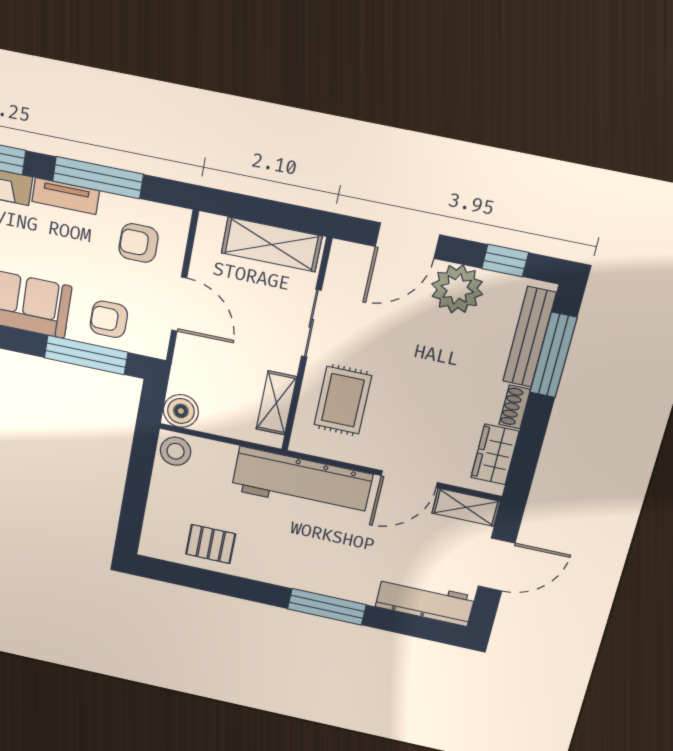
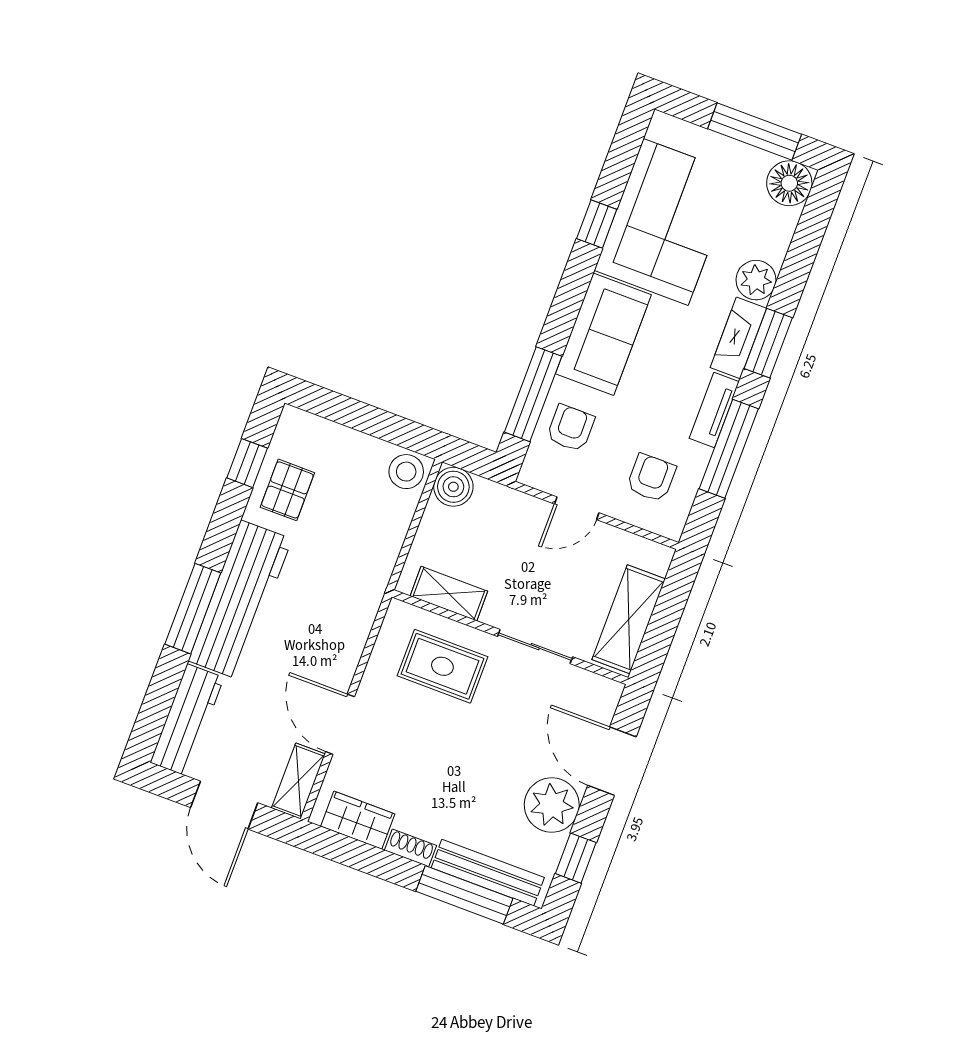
door: (179, 304) -> (577, 508), width x0.73
workbench: (302, 482) -> (240, 600), moved, turned 180
window: (194, 578) -> (247, 463), added

